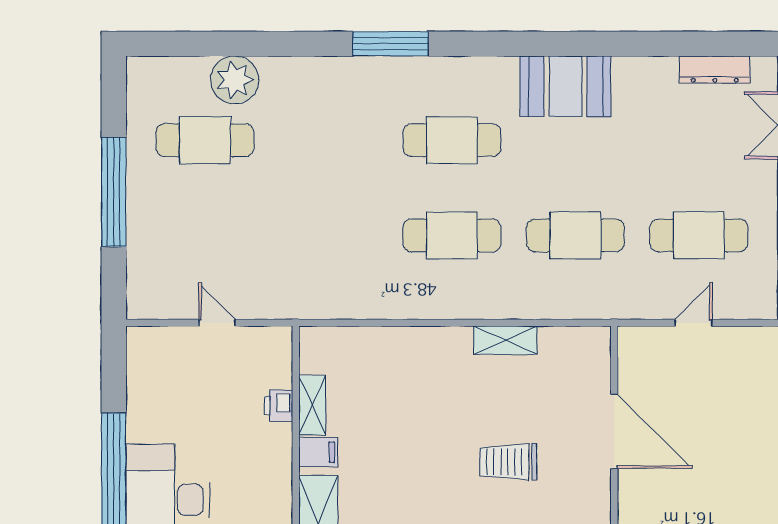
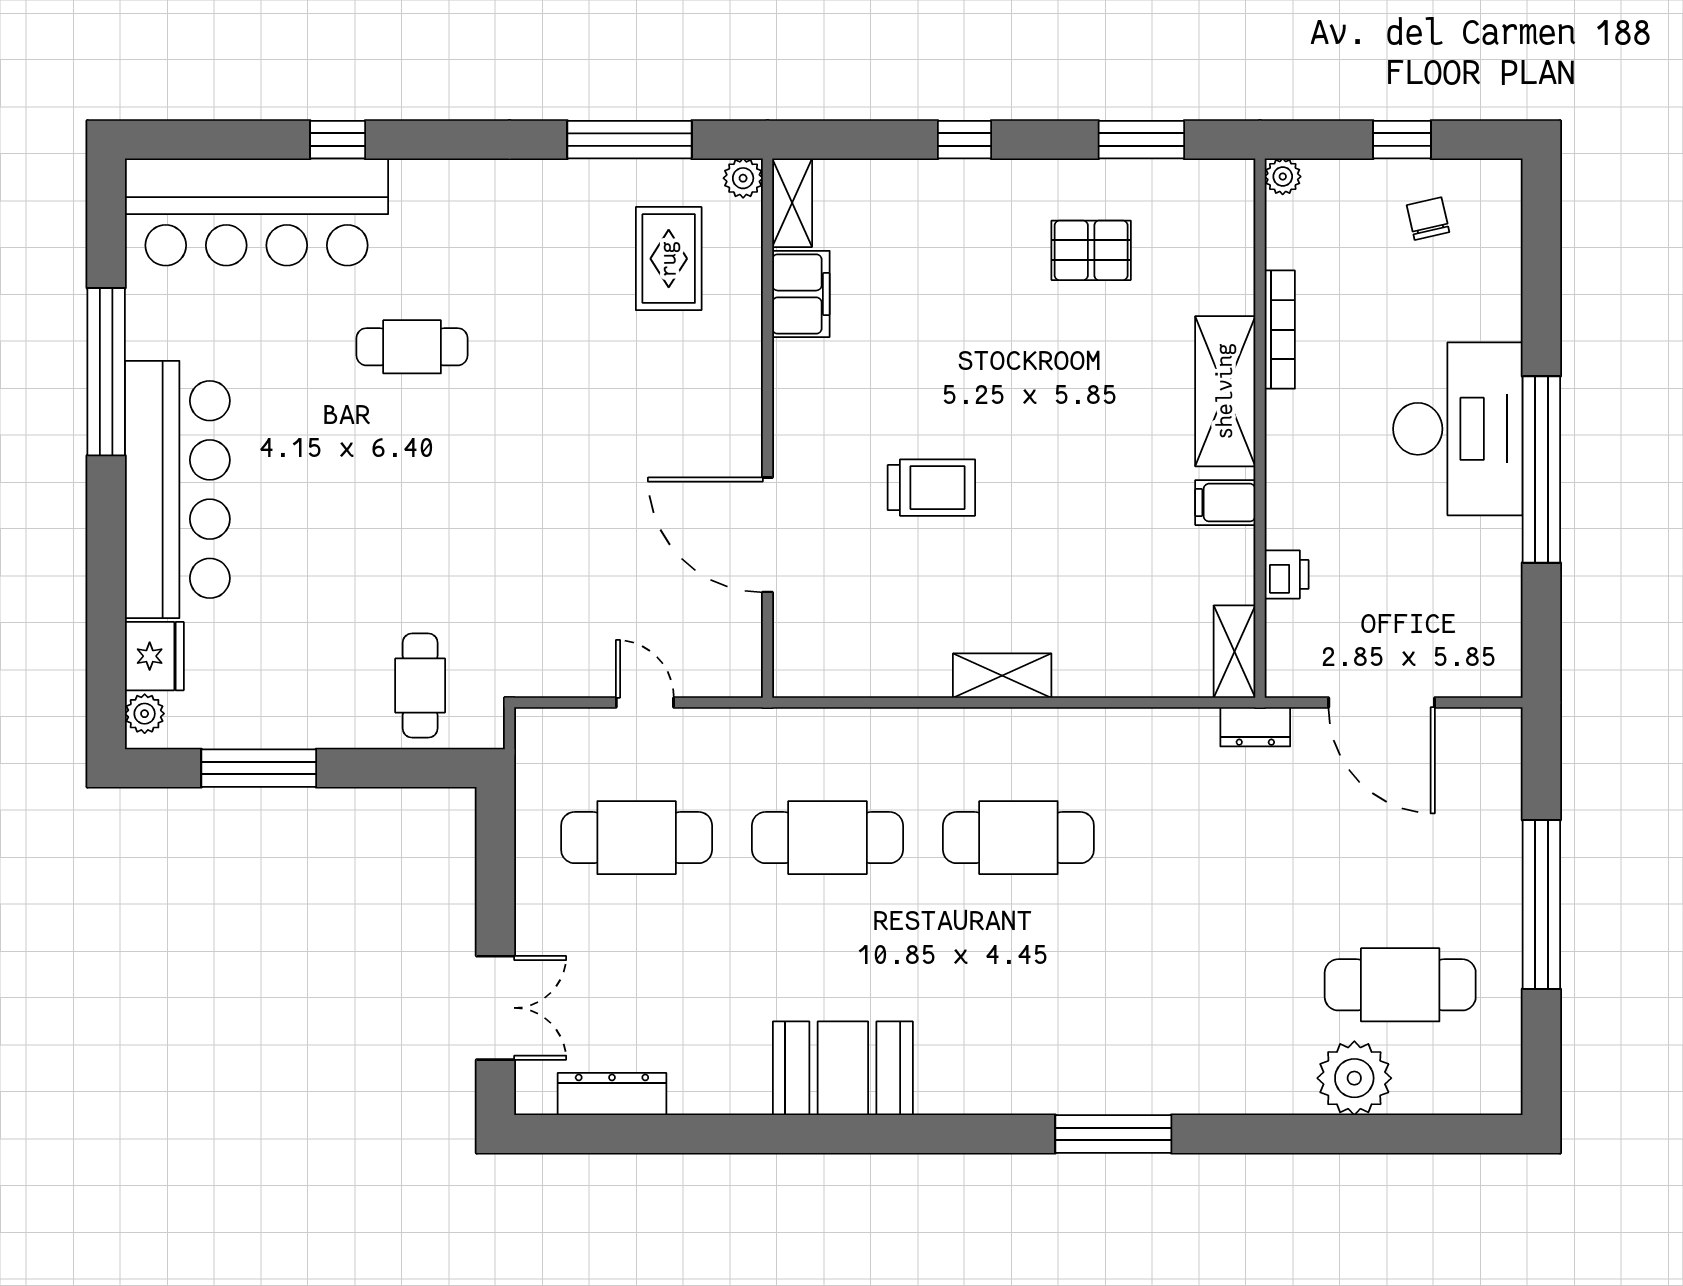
cafe table: (452, 140) -> (1018, 985), removed
dresser: (299, 307) -> (1255, 727), added
door: (217, 323) -> (1382, 702), width x1.88
door: (694, 323) -> (645, 702), swing flipped
shelving: (505, 340) -> (1002, 676), moved
shelving: (312, 405) -> (1234, 652), moved

